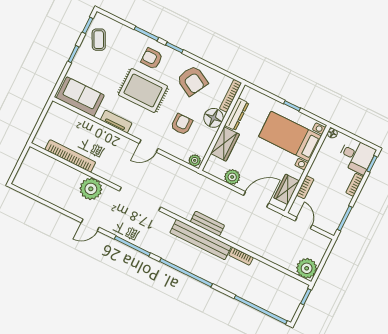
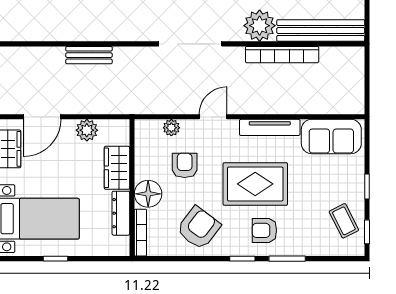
armchair: (152, 58) -> (264, 230), turned 180
armchair: (192, 81) -> (199, 228), turned 98
tv unit: (116, 122) -> (270, 127), width x1.41
armchair: (182, 124) -> (185, 165), turned 180
bookcase: (70, 156) -> (282, 55), moved
plant: (195, 160) -> (171, 128), moved
bench: (201, 240) -> (321, 31), moved
bookcase: (241, 256) -> (25, 35), removed

